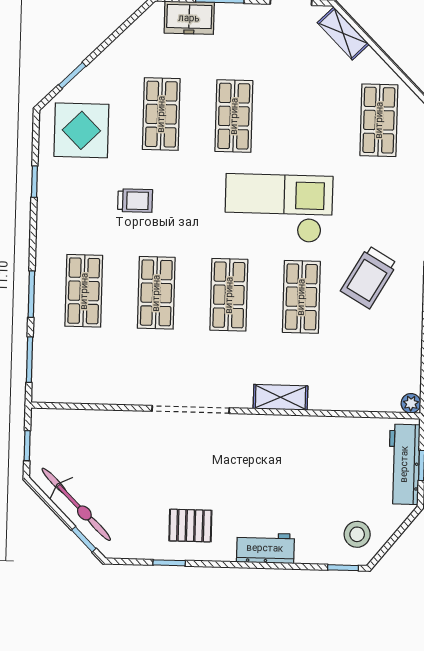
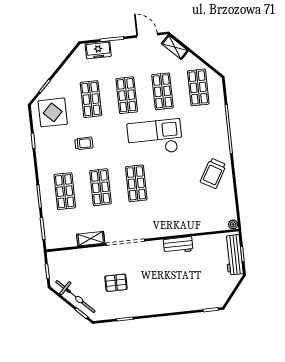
trolley: (369, 277) -> (213, 173), moved
shop shelf: (301, 297) -> (162, 91), moved
shelving: (280, 397) -> (91, 239), moved
pallet: (190, 526) -> (116, 283), moved
stool: (357, 534) -> (215, 292), removed
workbench: (265, 548) -> (178, 245), moved, turned 180

